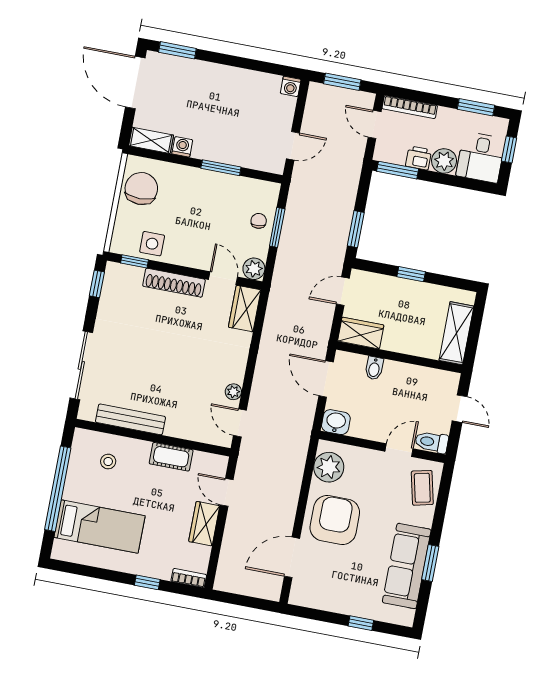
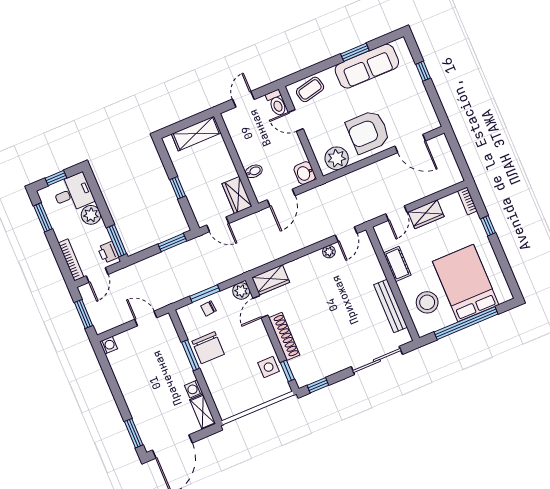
printer: (419, 158) -> (108, 252), moved
chair: (141, 189) -> (208, 348), moved, turned -90
stool: (108, 462) -> (427, 302), width x1.89, depth x1.89
bed: (99, 527) -> (466, 283), width x1.50

